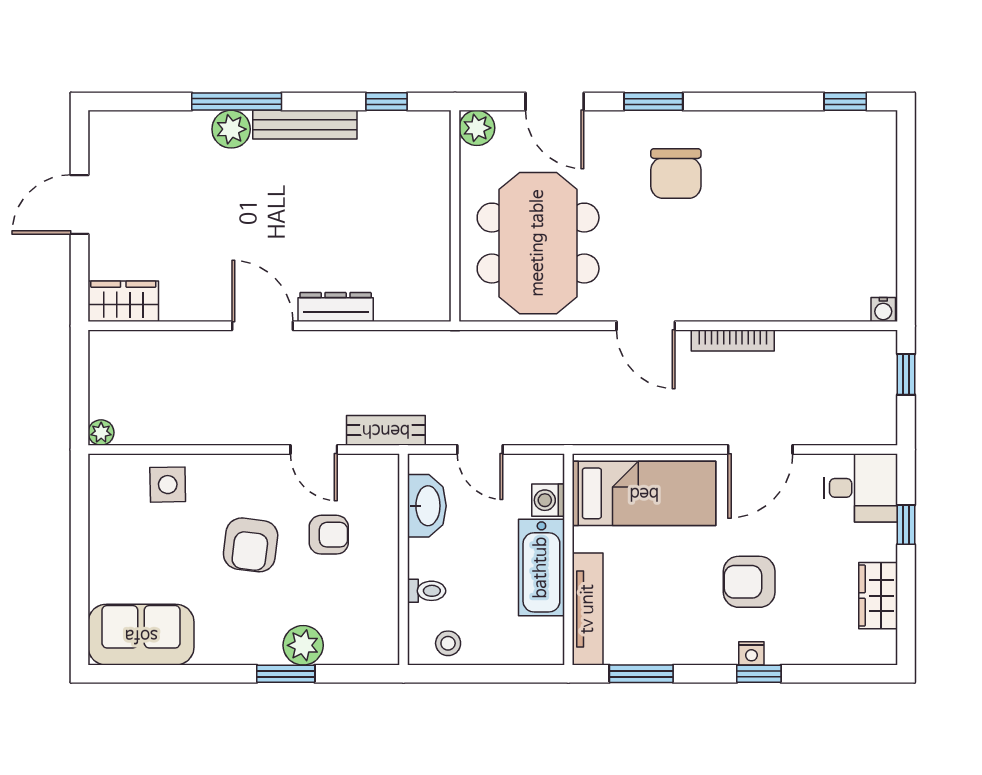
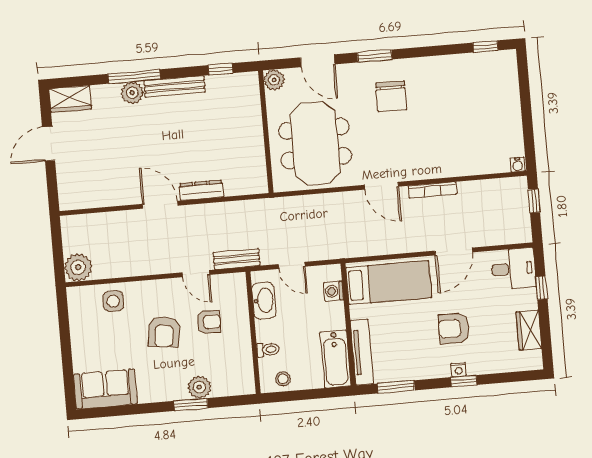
wardrobe: (123, 301) -> (70, 99), moved, turned 180
plant: (101, 433) -> (78, 267), width x1.87, depth x1.87
bathtub: (541, 568) -> (336, 359), moved

